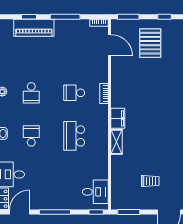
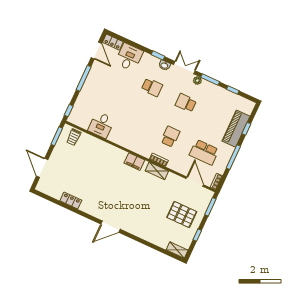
door: (110, 45) -> (195, 182), swing flipped
school desk: (74, 136) -> (204, 152), moved, turned 180
shelving: (117, 142) -> (157, 171), moved
trolley: (150, 181) -> (74, 137), moved
desk: (95, 192) -> (101, 125), moved

